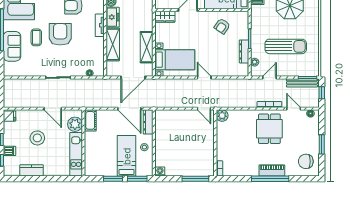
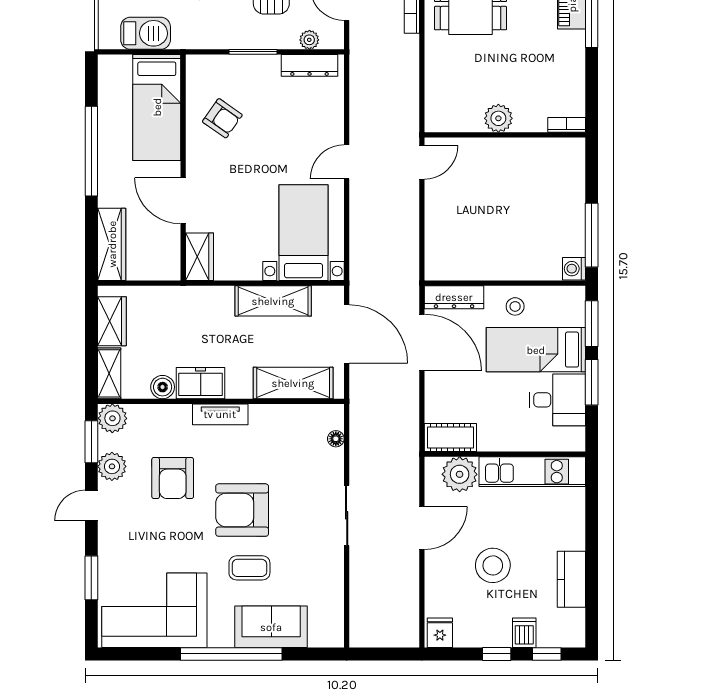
shelving: (113, 44) -> (293, 383), moved
dresser: (244, 51) -> (310, 65), moved
door: (129, 109) -> (422, 343), hinge flipped
plant: (222, 116) -> (498, 118), moved
desk: (106, 165) -> (557, 400), added
window: (195, 179) -> (592, 235), moved

